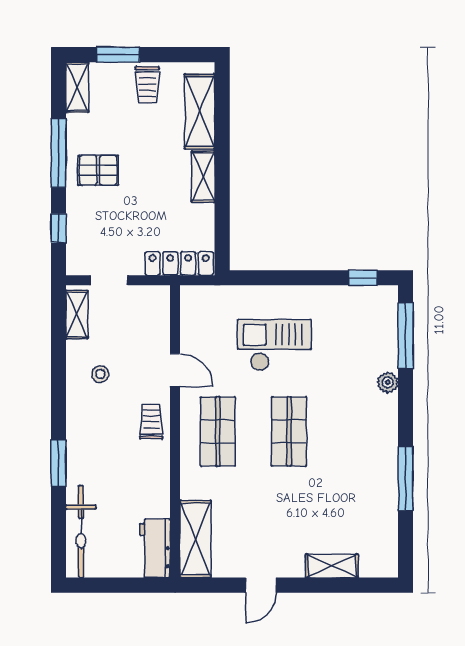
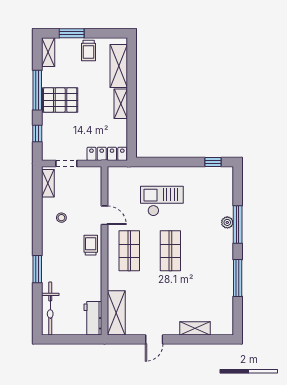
pallet: (98, 170) -> (60, 100), width x1.50, depth x1.42
window: (406, 336) -> (238, 225), moved

